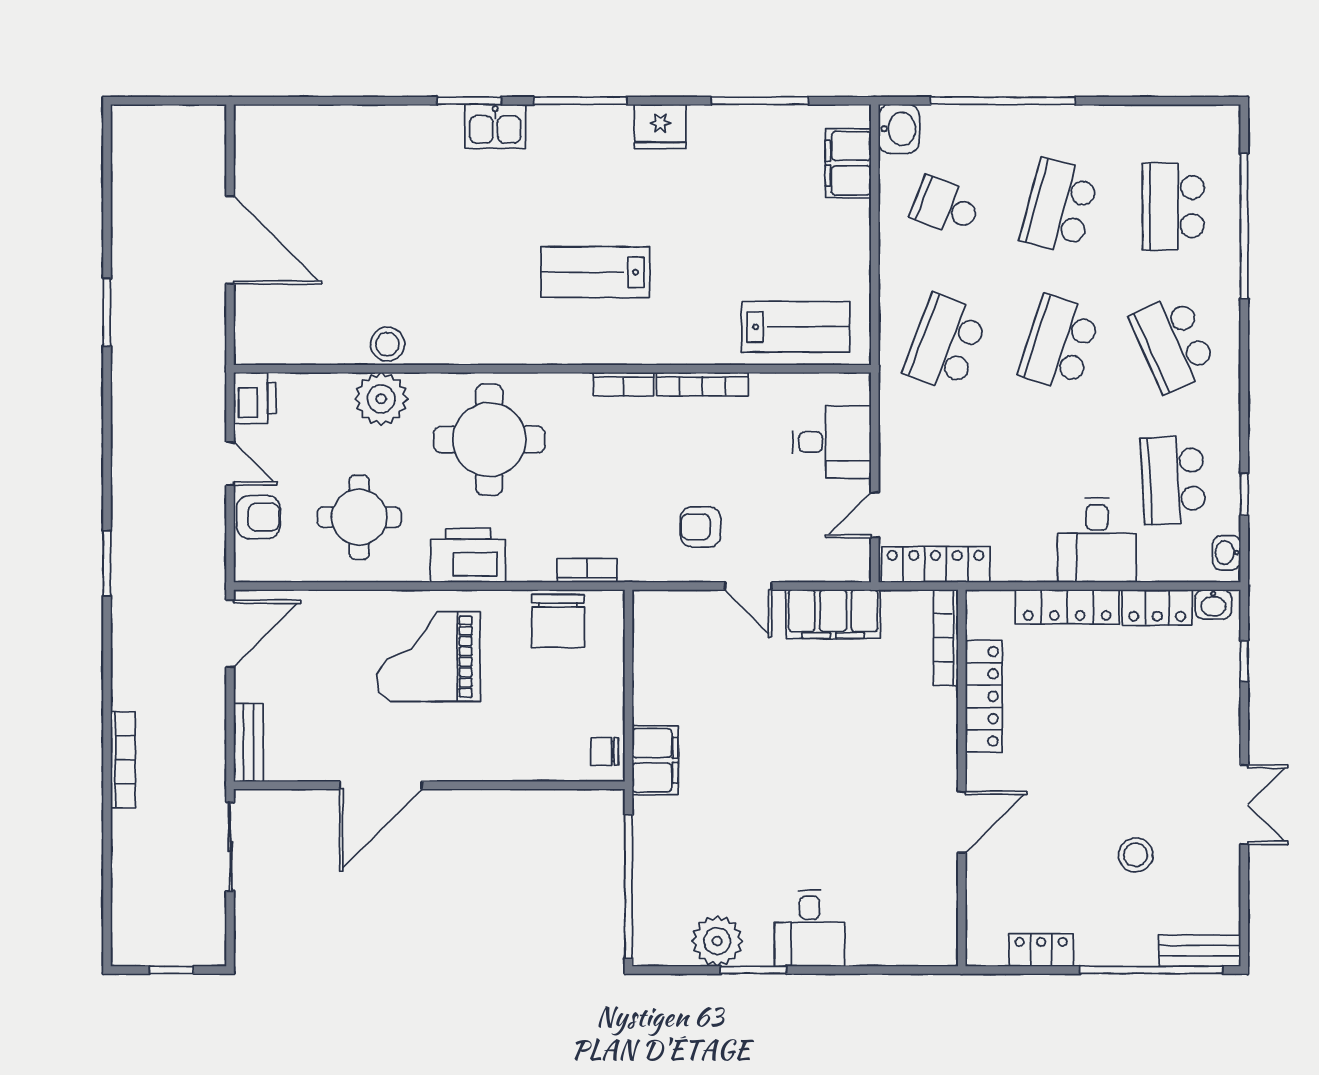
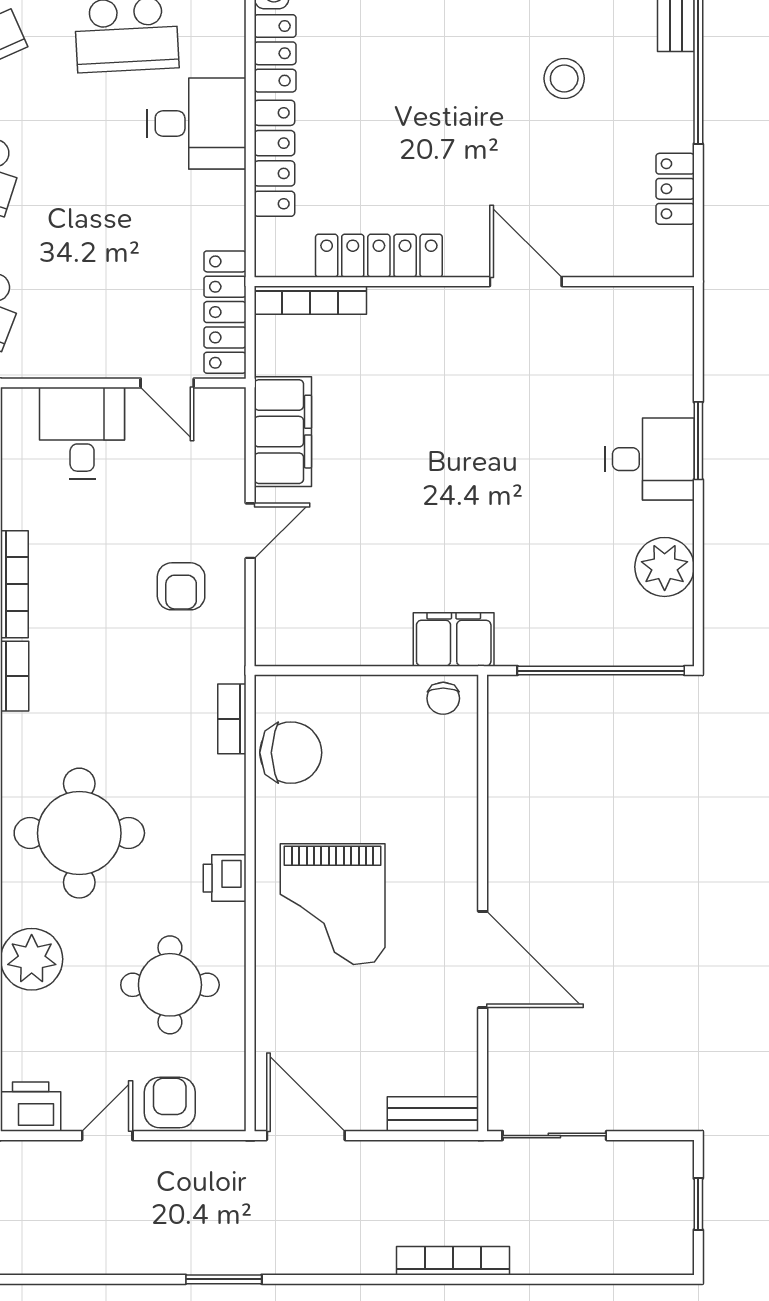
printer: (468, 555) -> (225, 878), width x0.53, depth x0.68
window: (753, 970) -> (698, 441), moved

